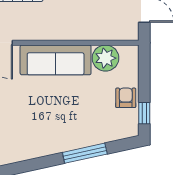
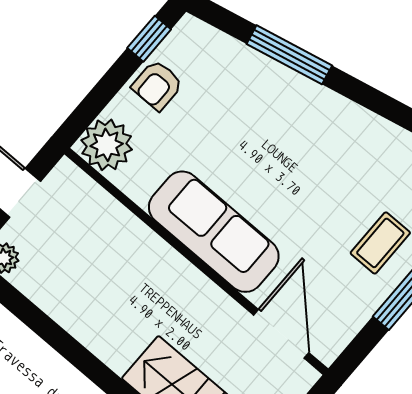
plant: (105, 58) -> (107, 145), moved

